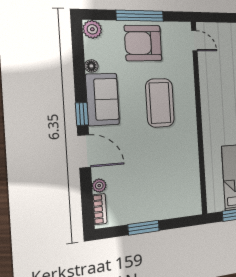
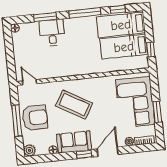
door: (194, 41) -> (29, 82), hinge flipped
armchair: (143, 43) -> (35, 118), turned -90
coffee table: (160, 103) -> (74, 105), turned 30
corner sofa: (160, 194) -> (135, 102), added

